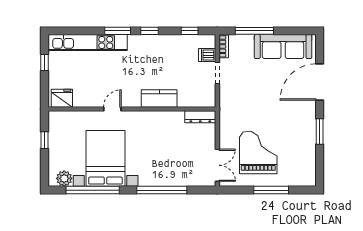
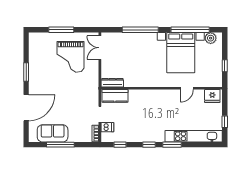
window: (254, 31) -> (60, 145), moved
sofa: (283, 47) -> (53, 133), width x0.73
kitchen counter: (159, 98) -> (115, 96), moved
door: (112, 109) -> (187, 88), moved

